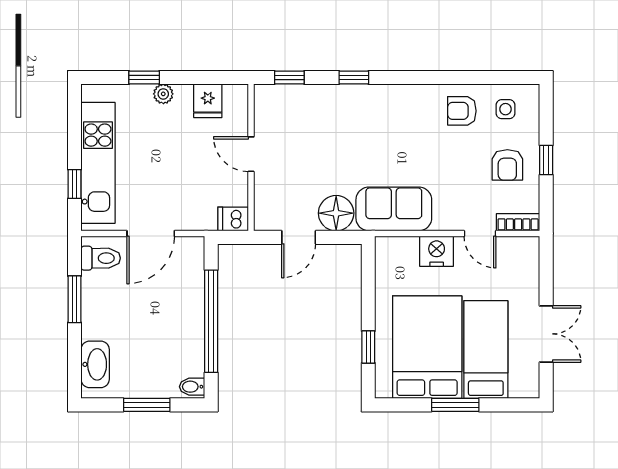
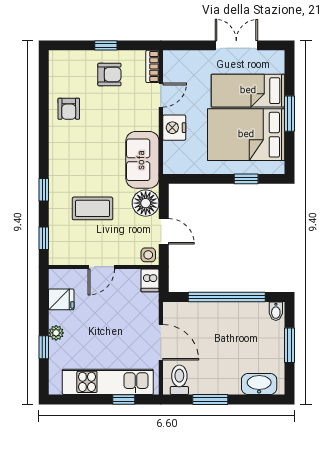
side table: (505, 109) -> (148, 255), moved
coffee table: (329, 142) -> (93, 208), added

